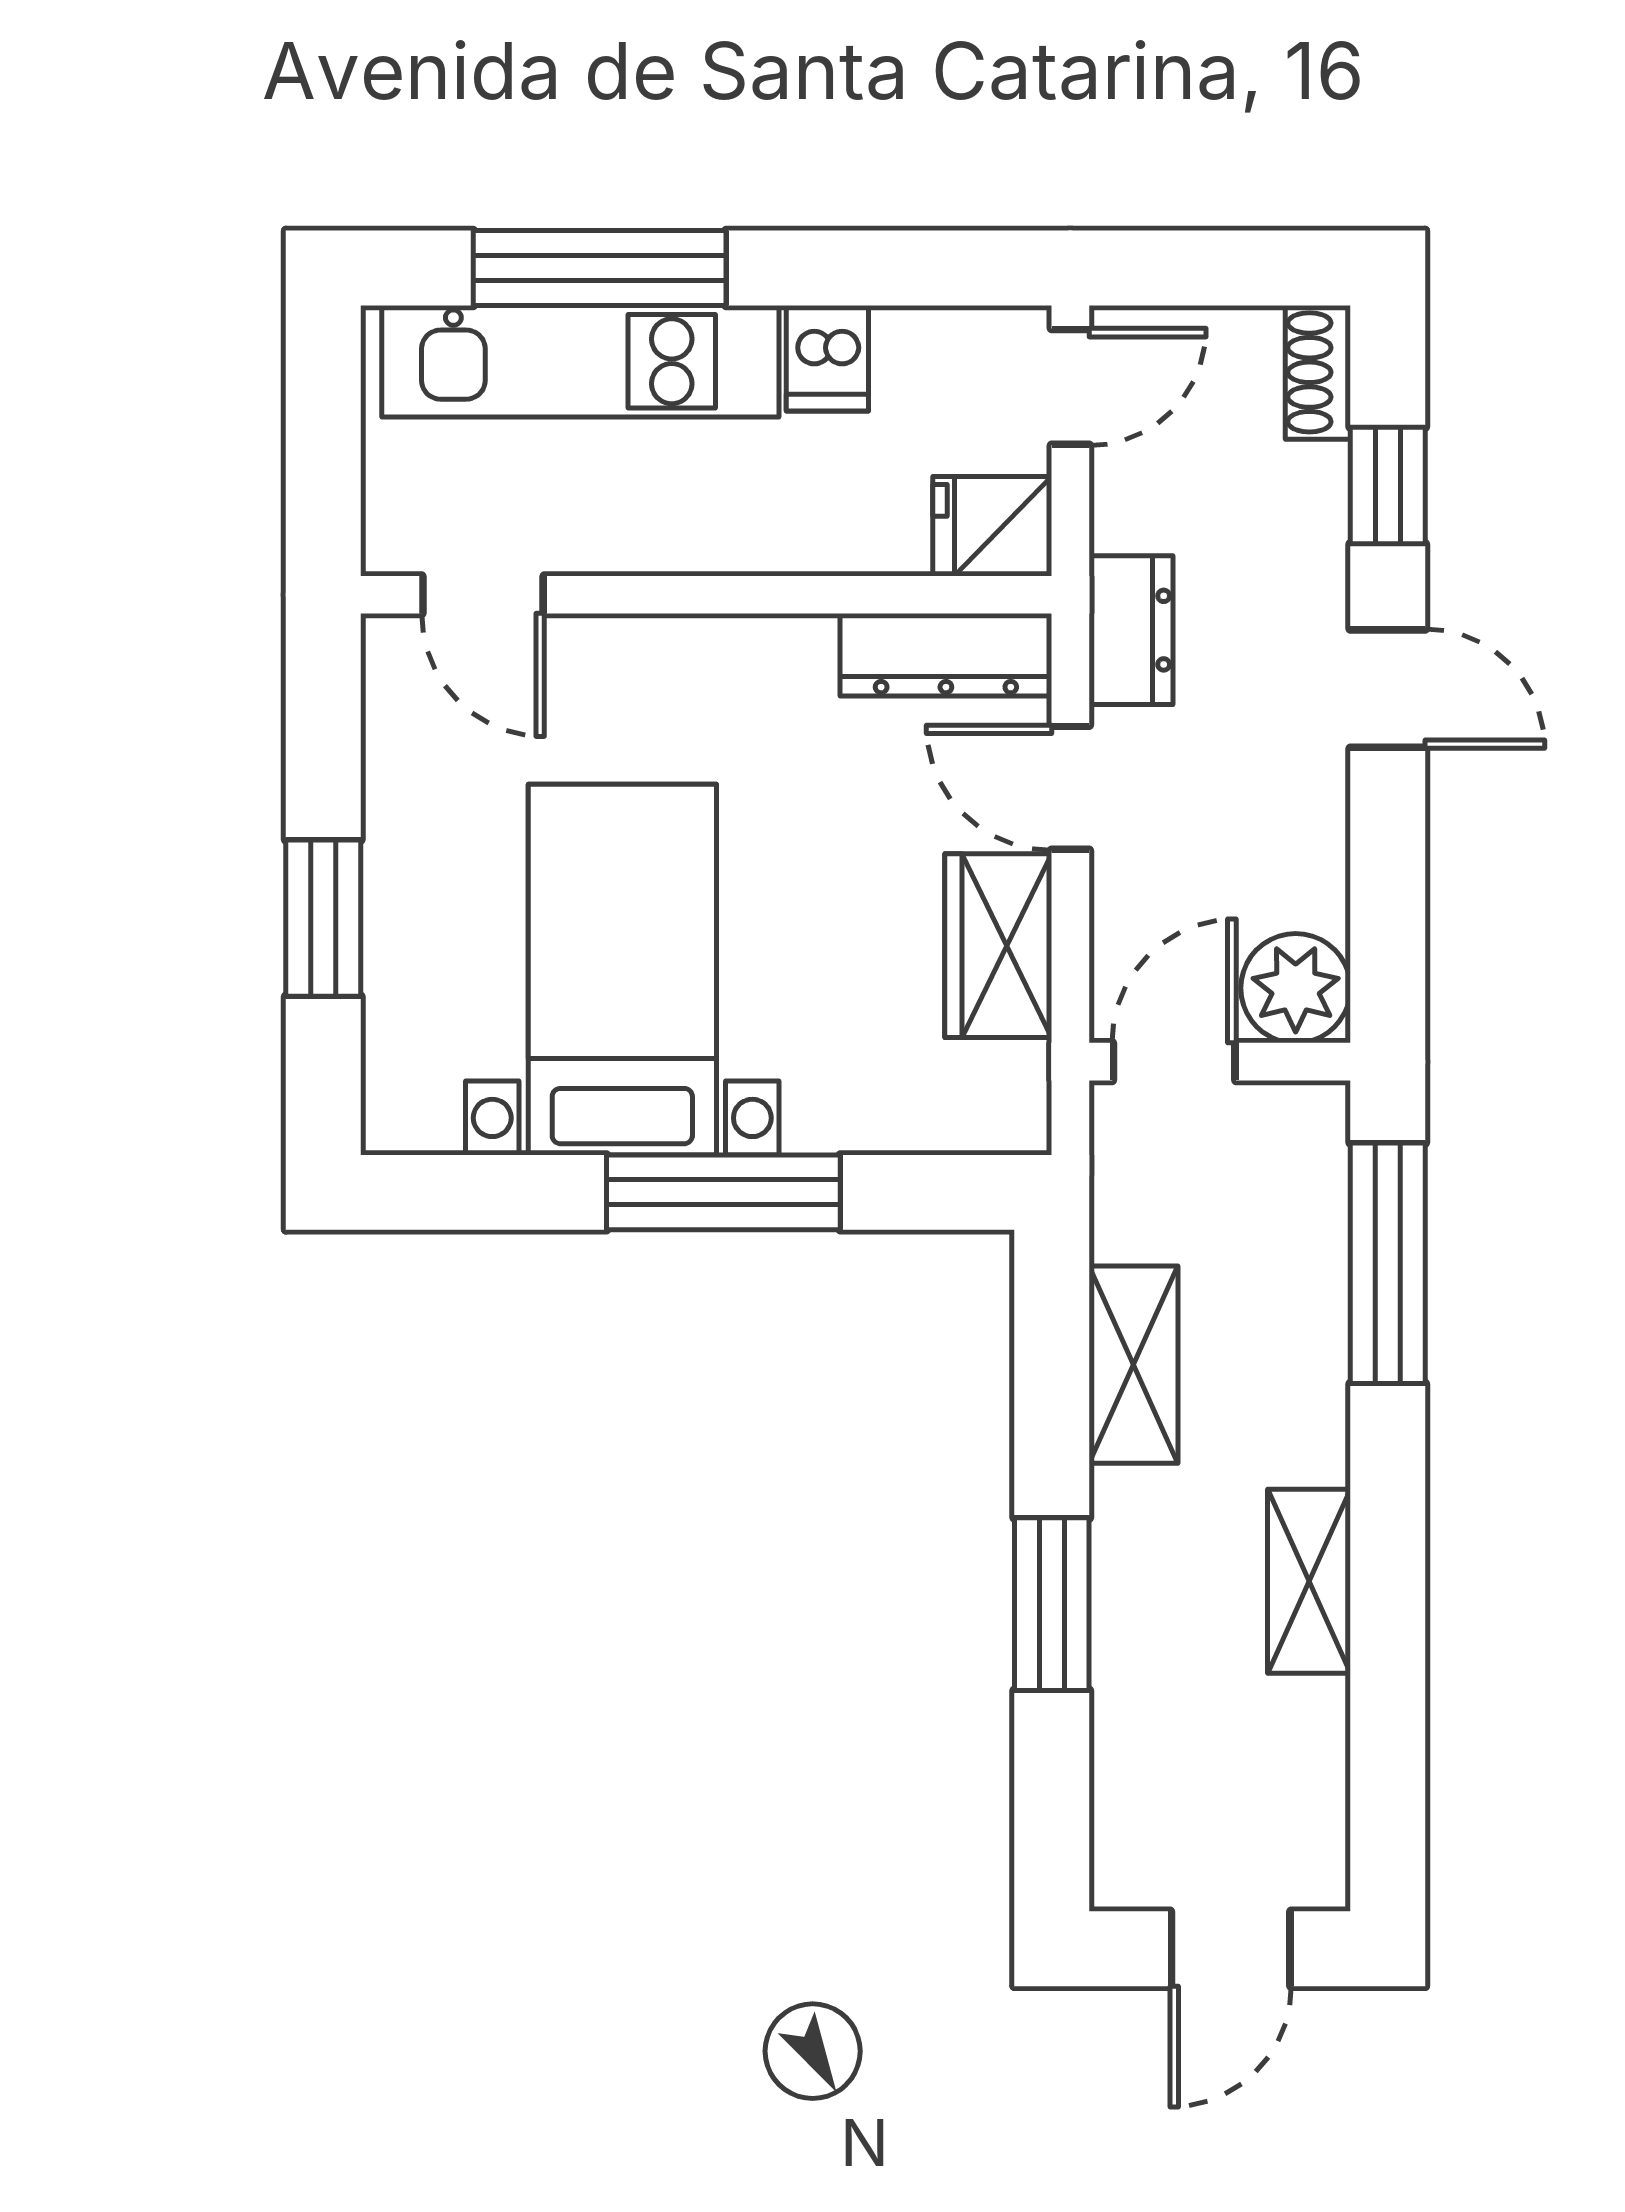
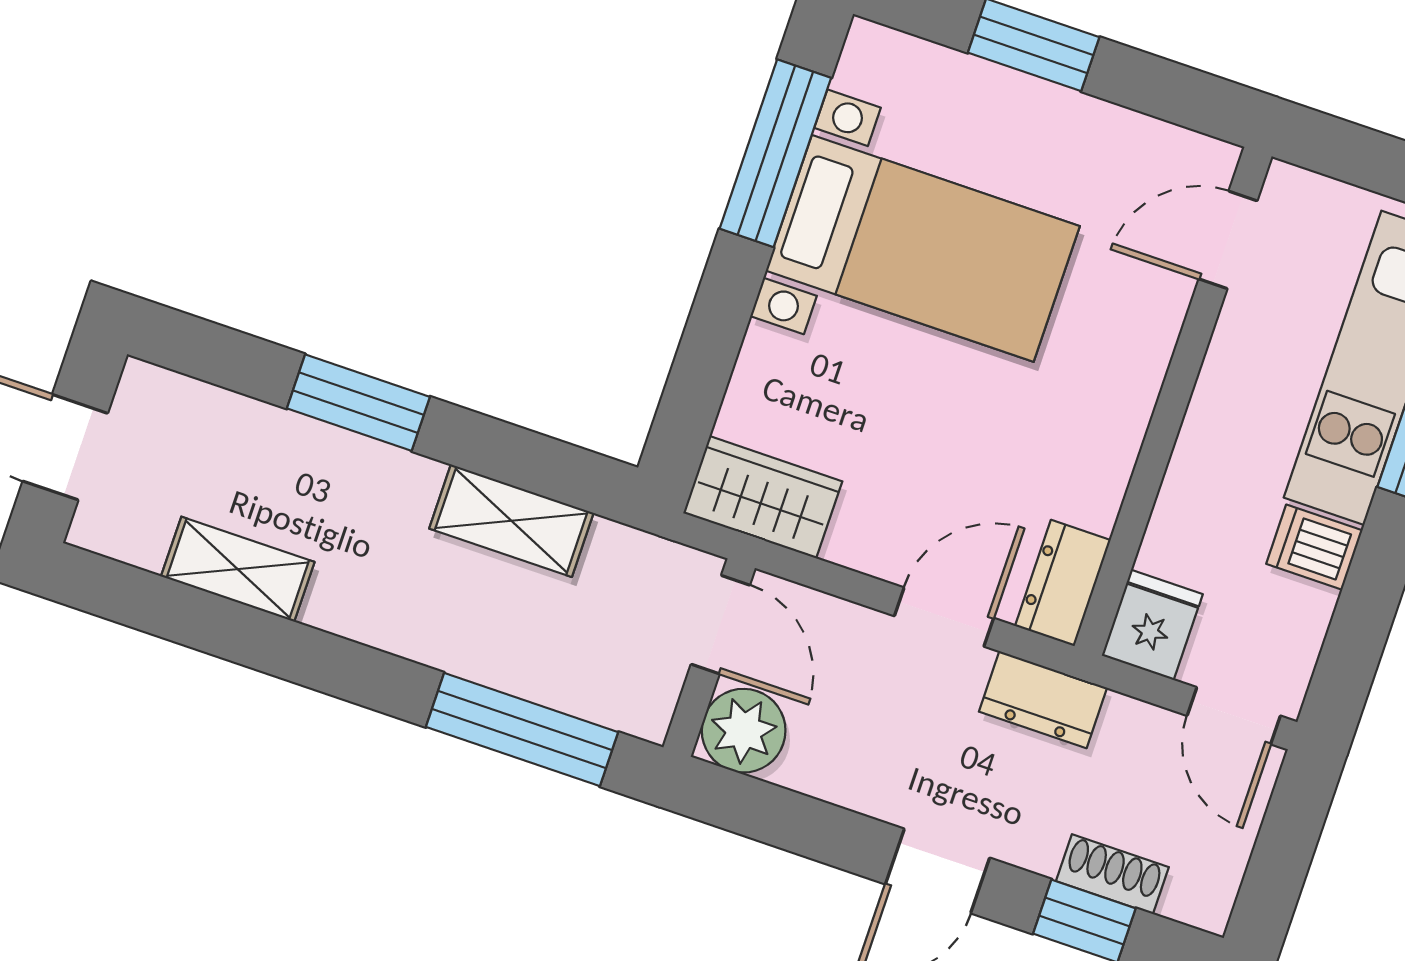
shoe rack: (1318, 372) -> (1112, 874), moved
dresser: (946, 655) -> (1063, 583), width x0.70
wardrobe: (998, 946) -> (763, 497), moved
window: (723, 1192) -> (775, 153), moved
shelving: (1309, 1581) -> (238, 569), moved

